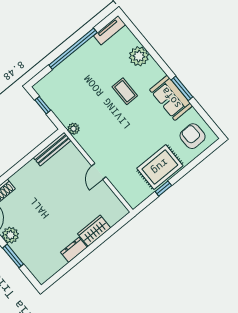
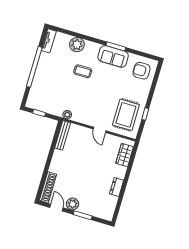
rug: (160, 167) -> (126, 115), moved
wardrobe: (94, 231) -> (125, 155), moved

